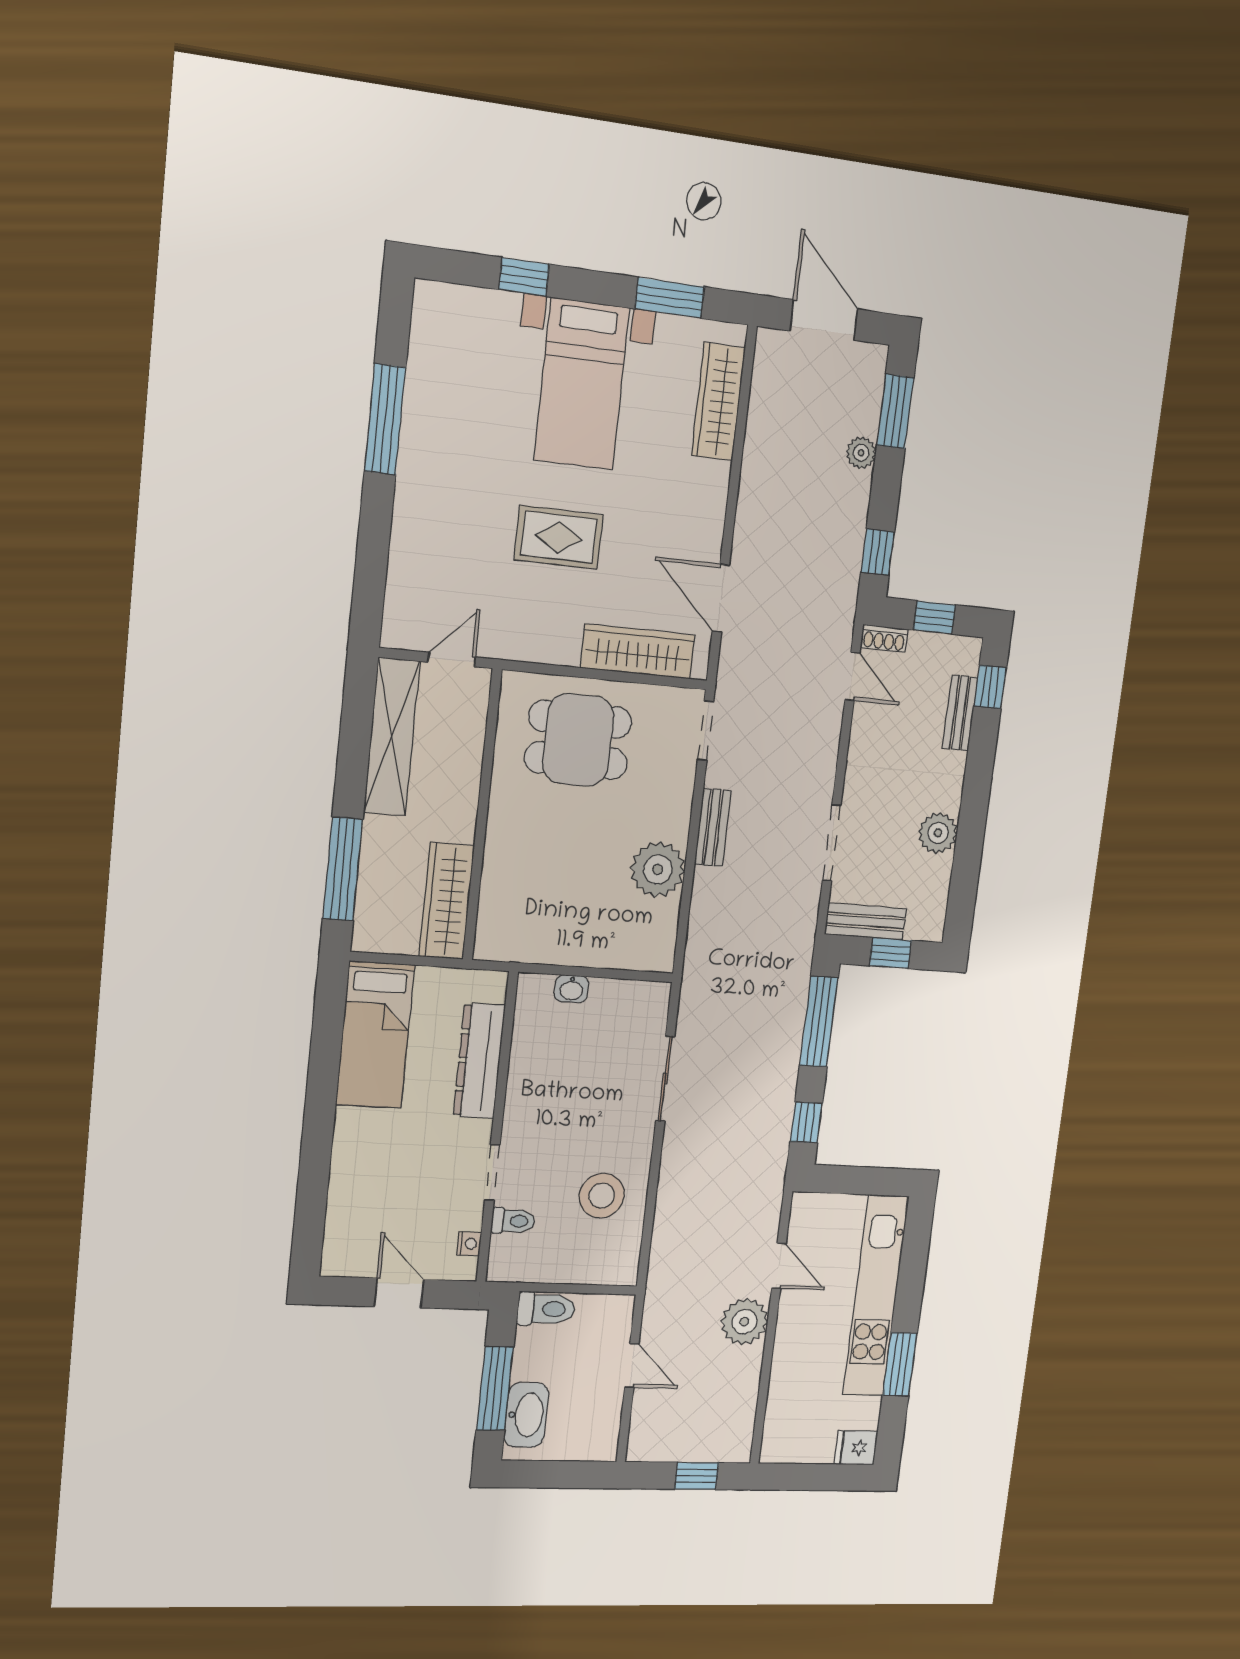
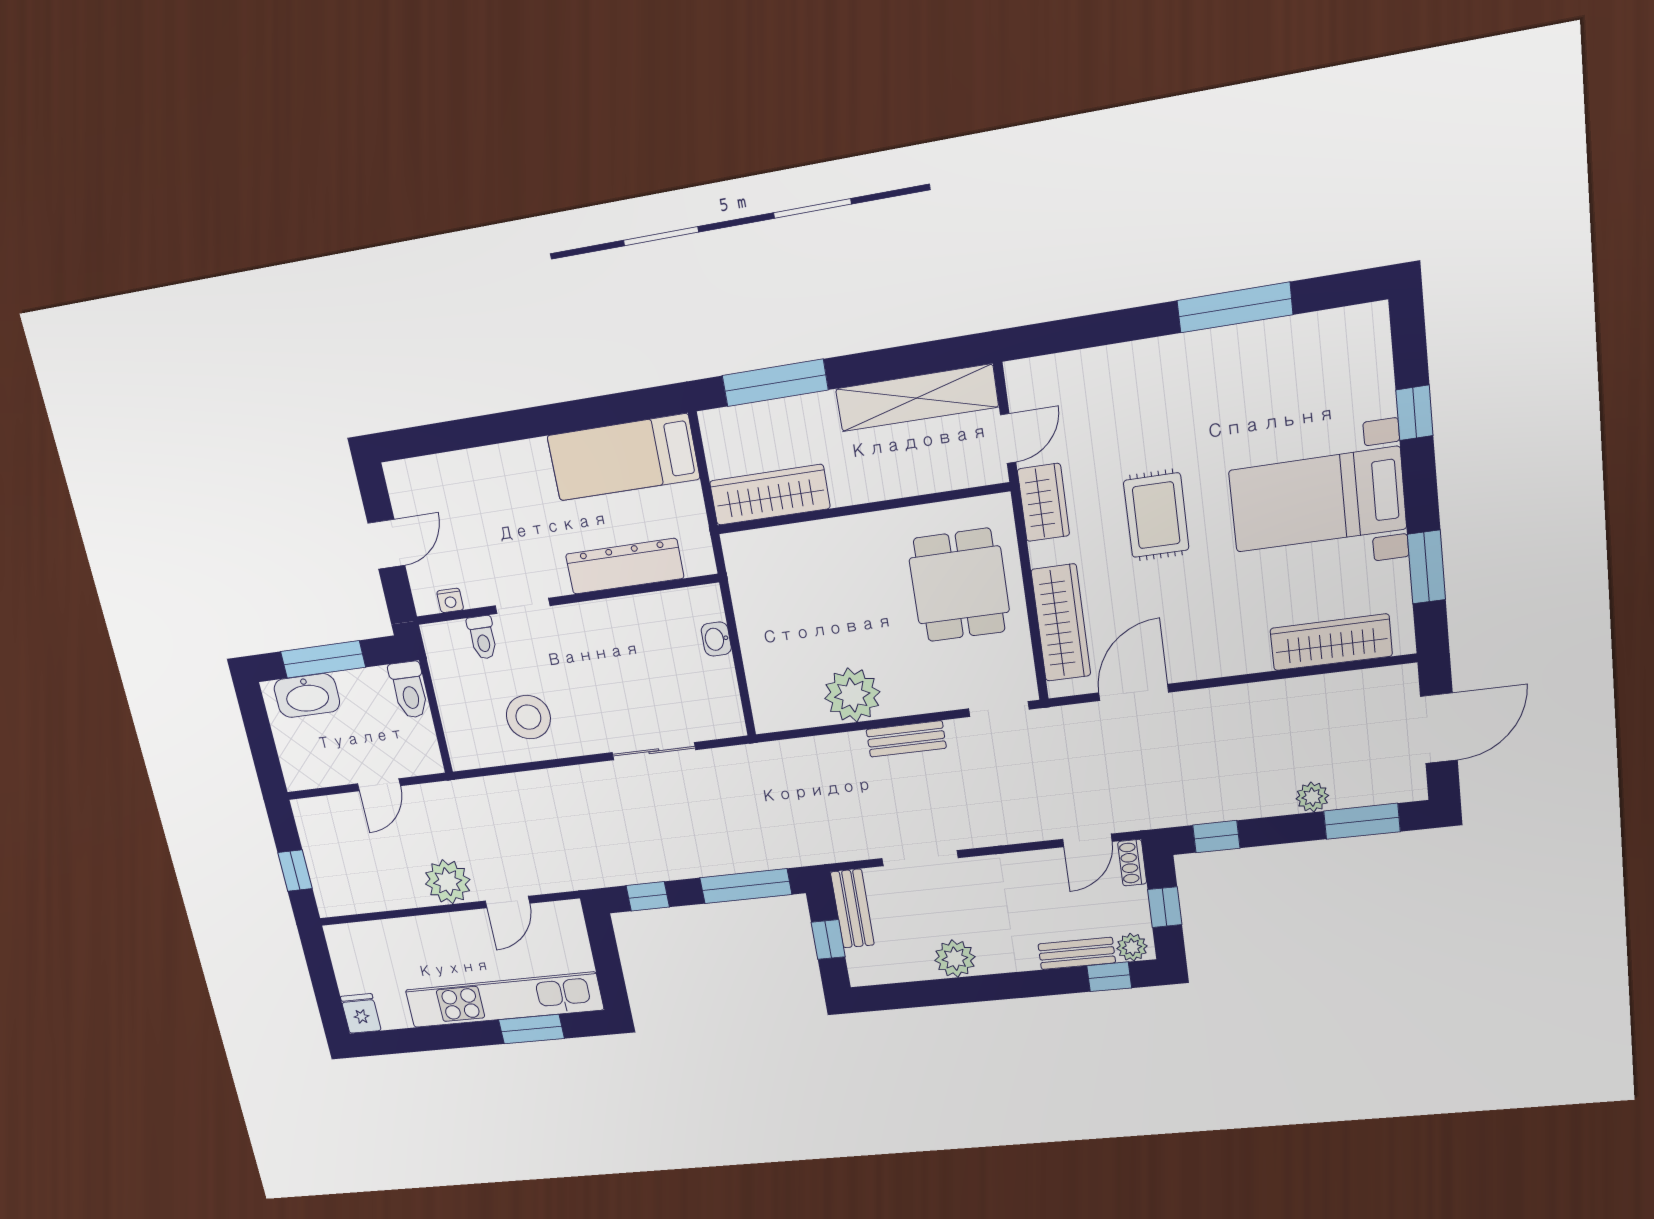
wardrobe: (520, 641) -> (1043, 502), added
plant: (966, 658) -> (1132, 947), added
door: (452, 660) -> (1008, 438), hinge flipped
window: (900, 1364) -> (531, 1029), moved

